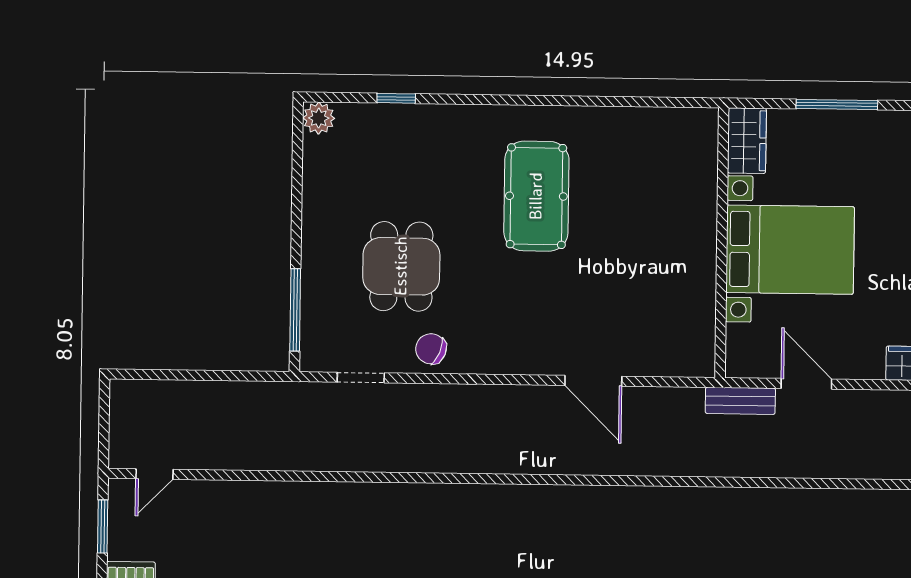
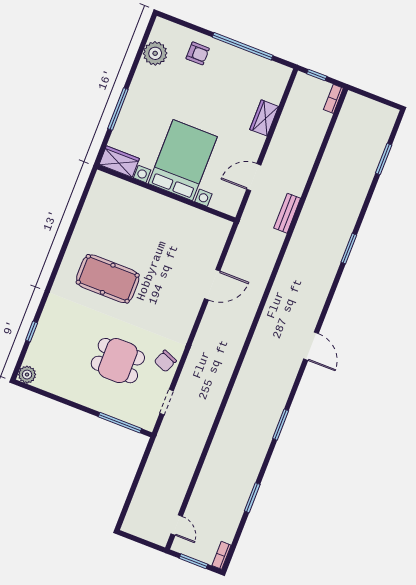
bench: (740, 401) -> (287, 213), moved

